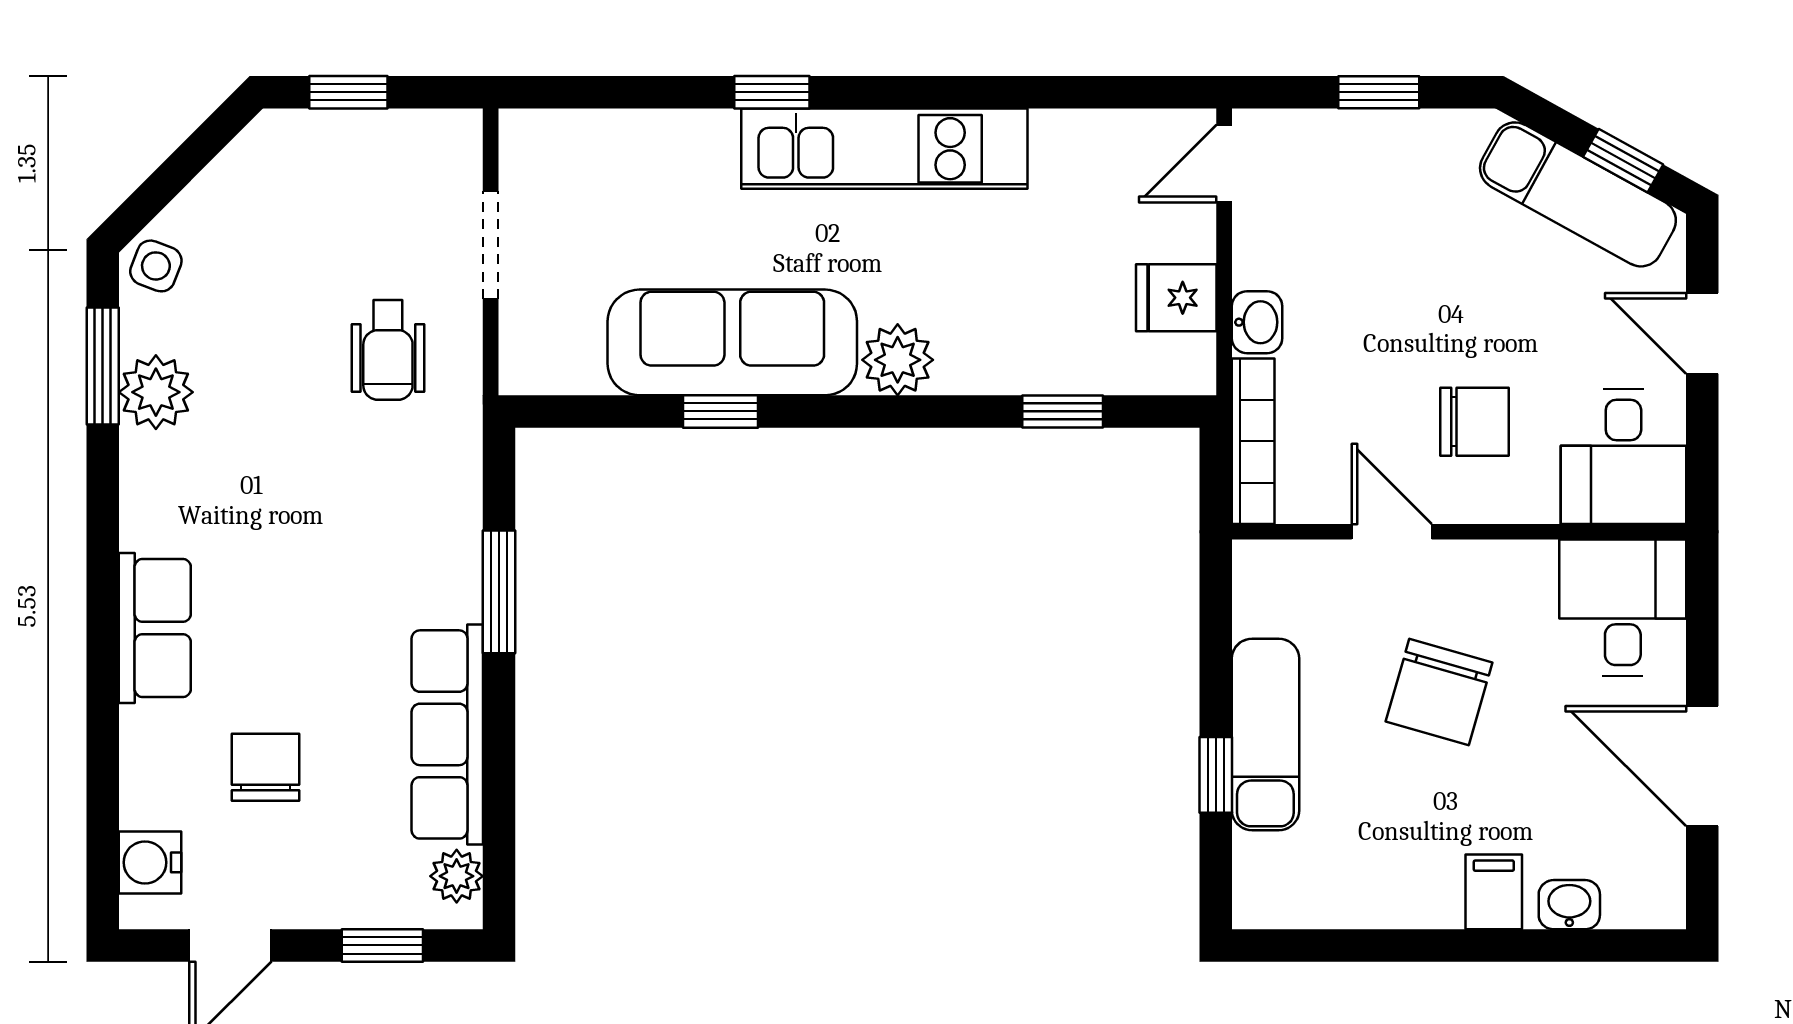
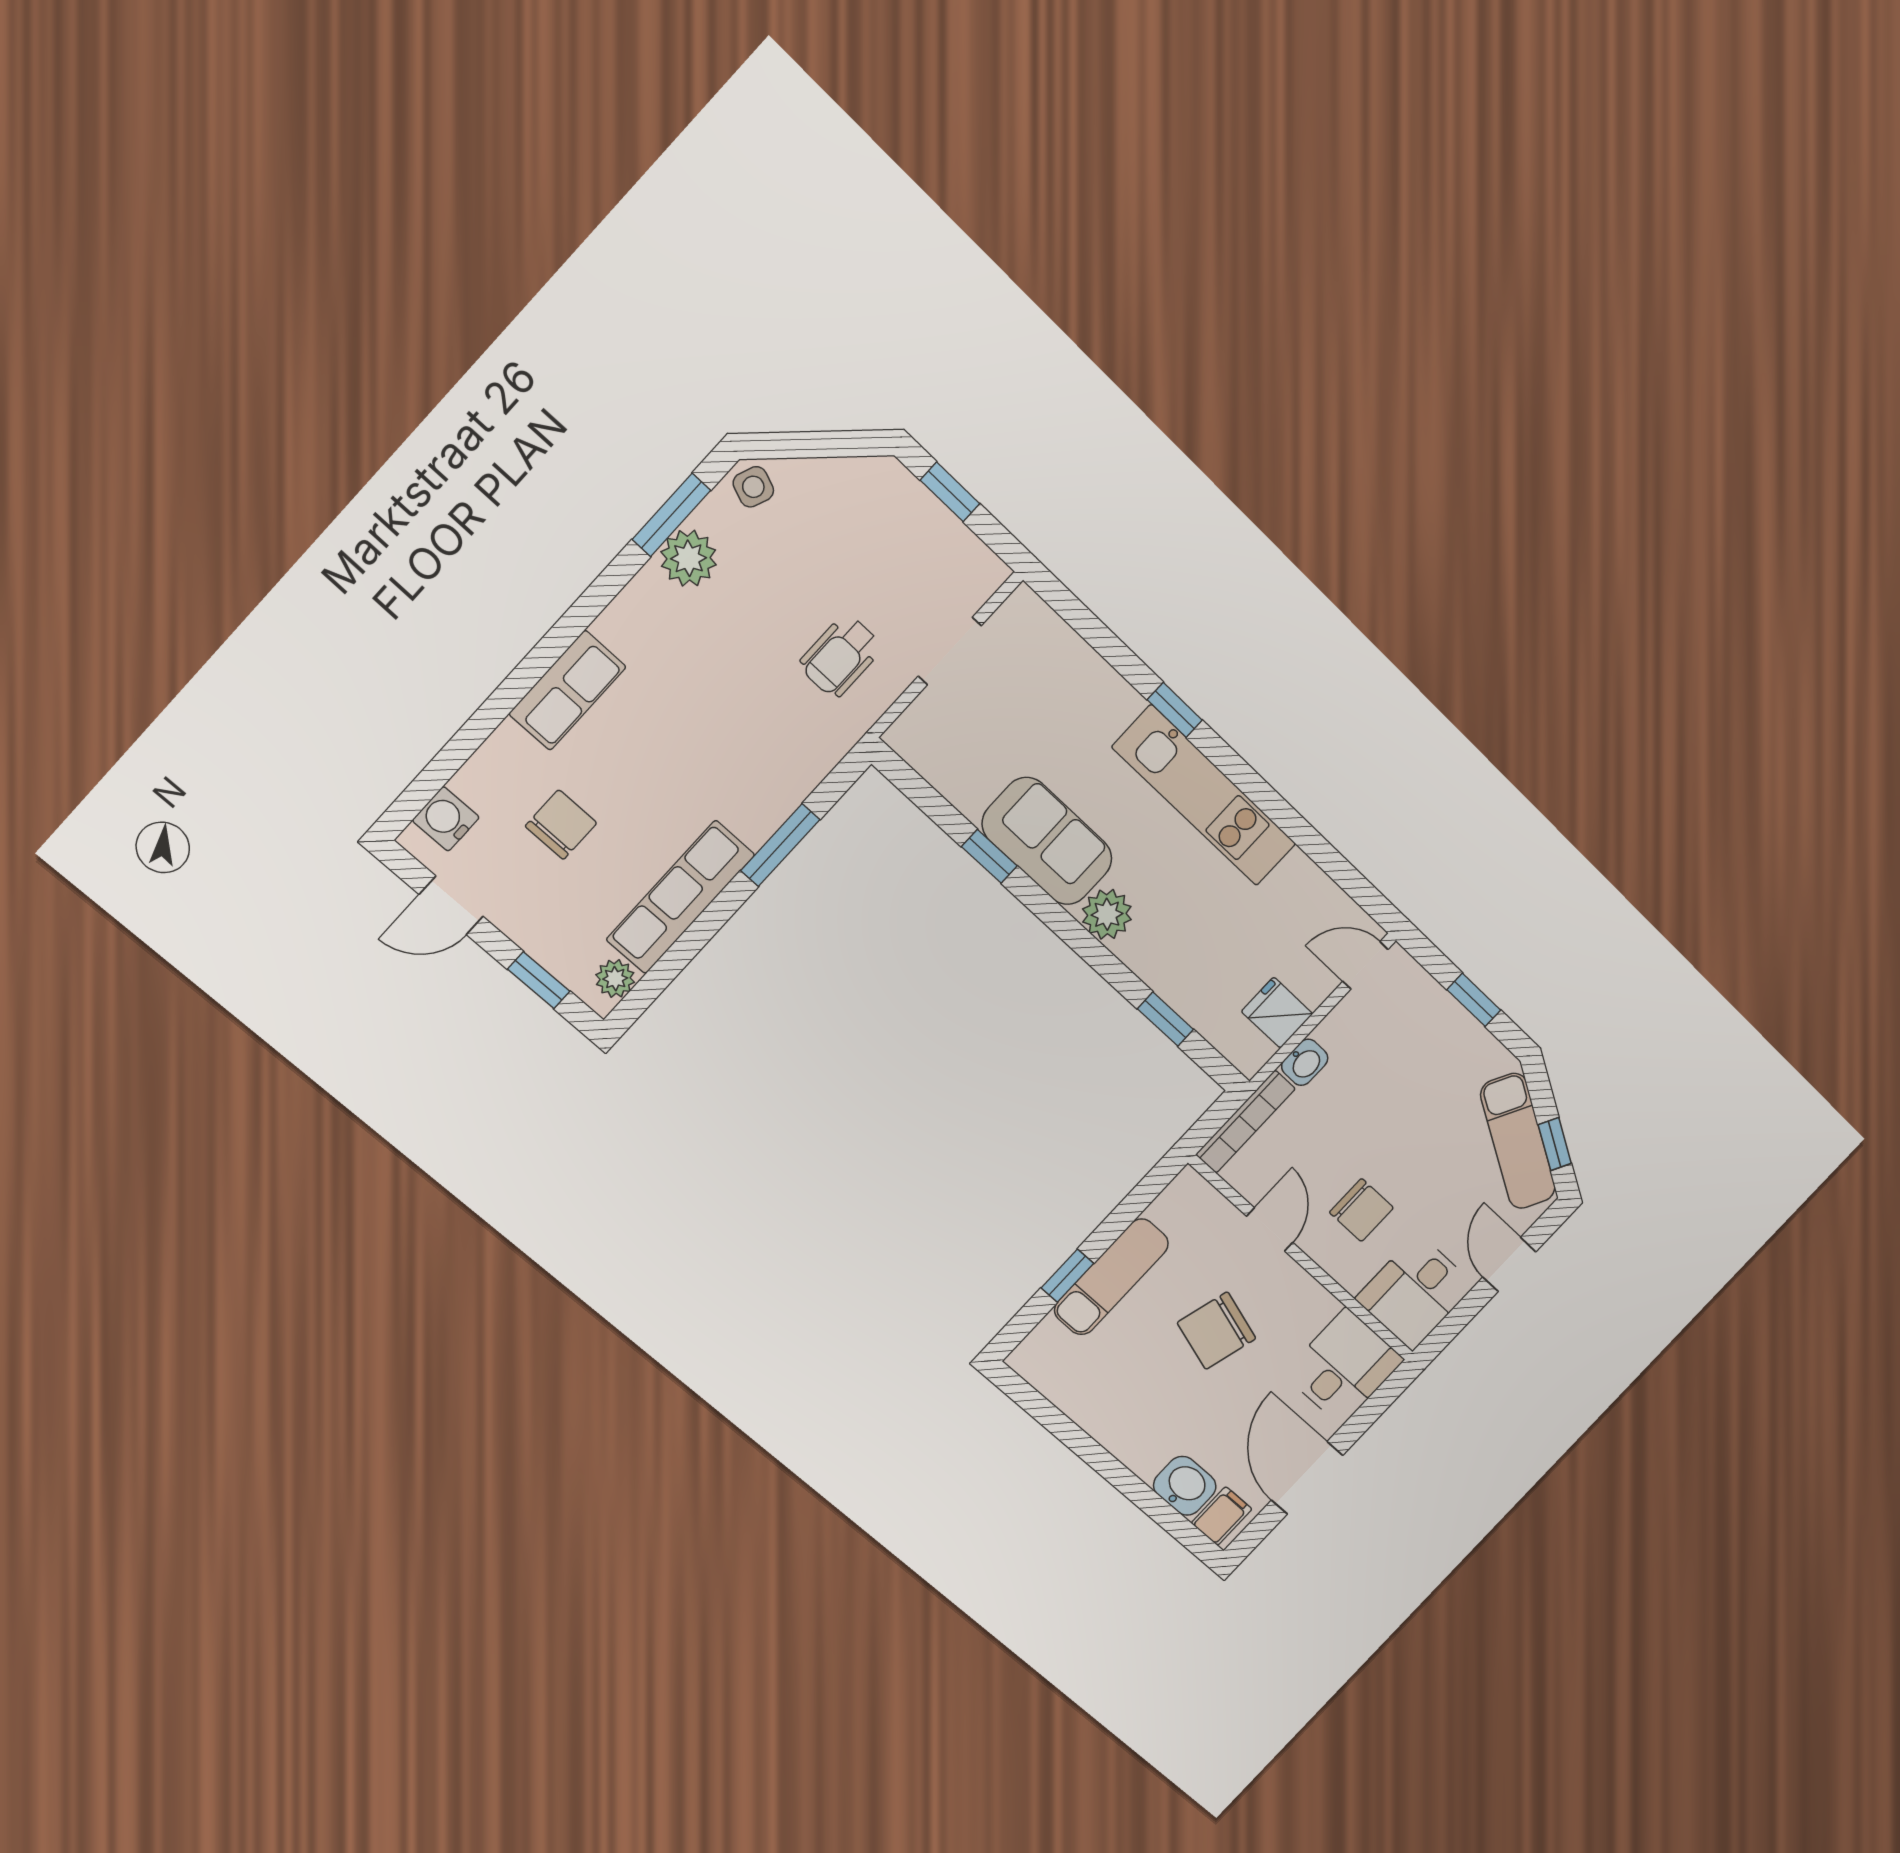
sofa: (732, 342) -> (1047, 841), width x0.73
filing cabinet: (1494, 892) -> (1222, 1516), moved
washbasin: (1569, 905) -> (1185, 1486), width x1.38, depth x1.45

